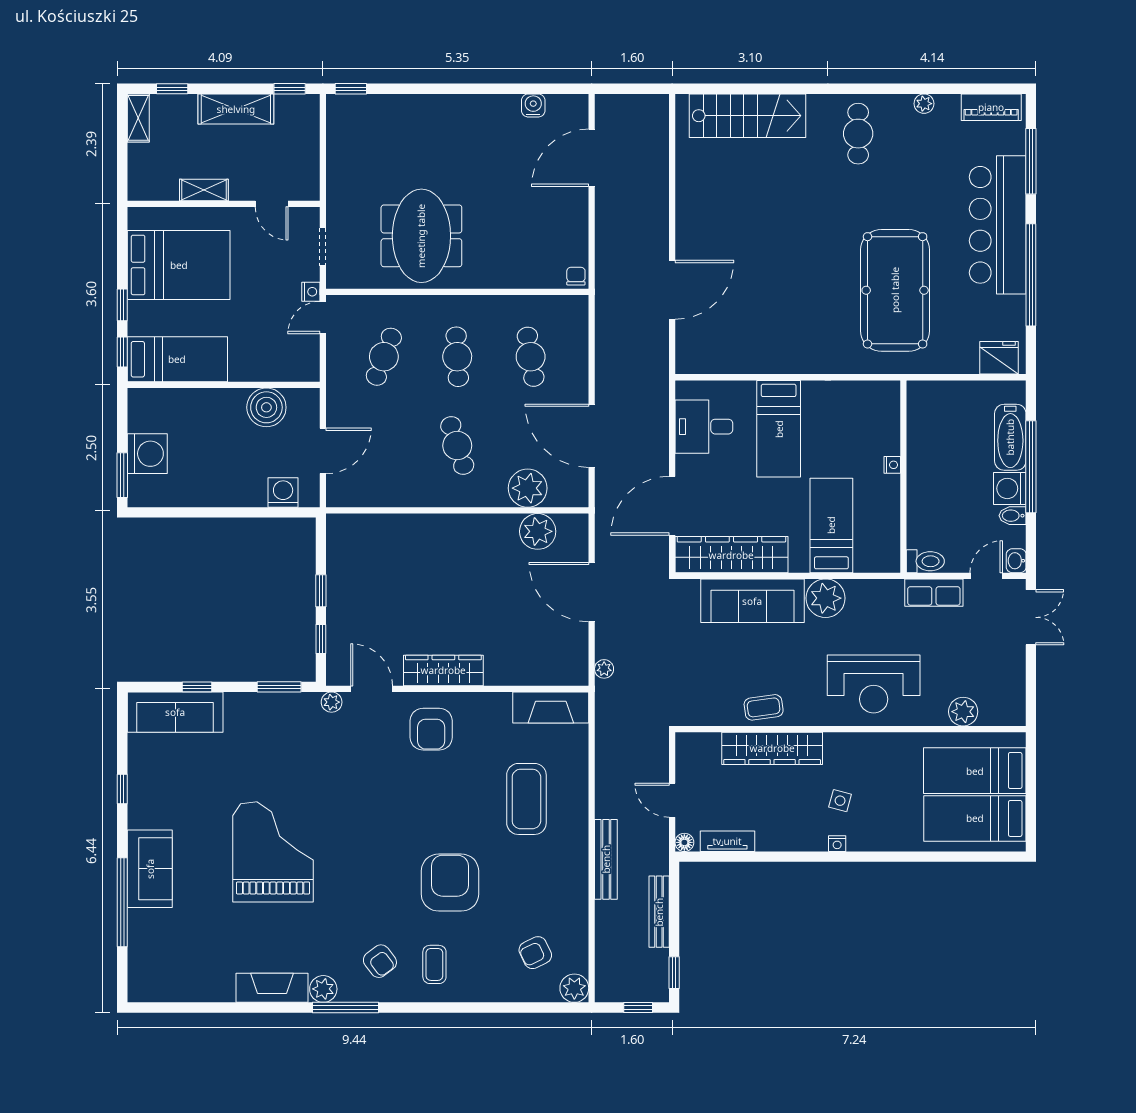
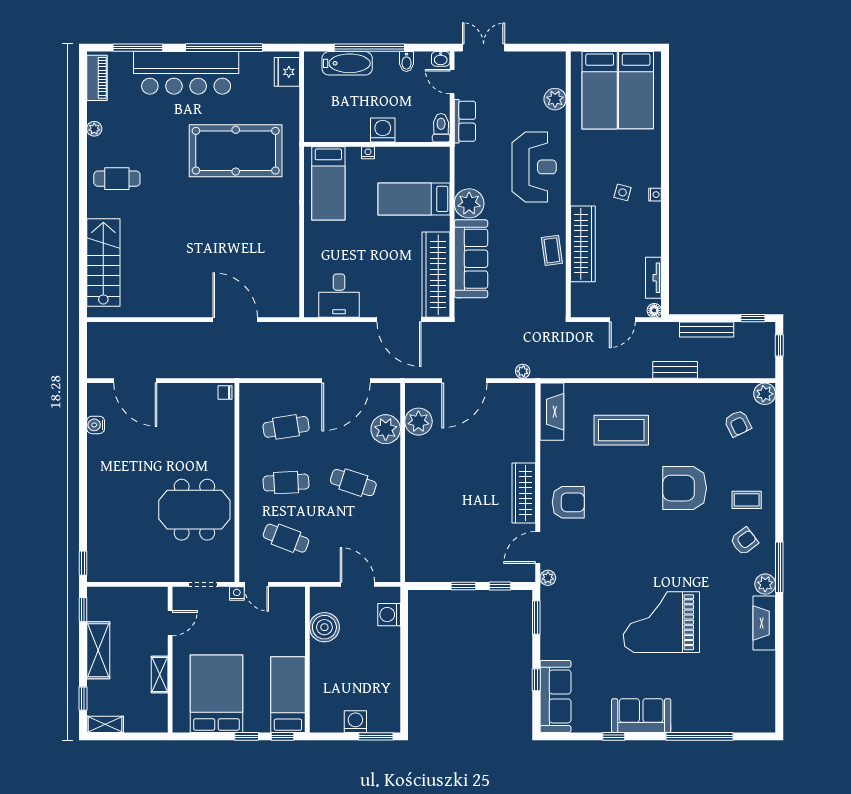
bed: (779, 429) -> (328, 183), moved, turned 90
cafe table: (457, 446) -> (353, 483), turned 36
washing machine: (147, 454) -> (355, 722), width x0.73, depth x0.73
washing machine: (1010, 488) -> (383, 130), moved, turned 180
bench: (606, 859) -> (675, 370), width x0.73
sofa: (150, 869) -> (641, 716), moved

